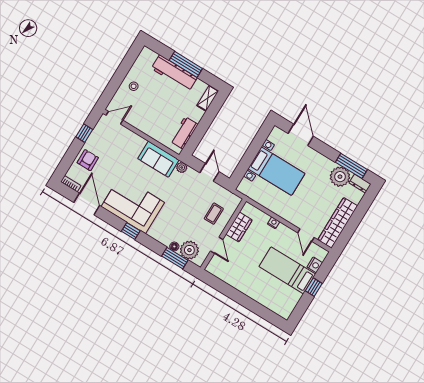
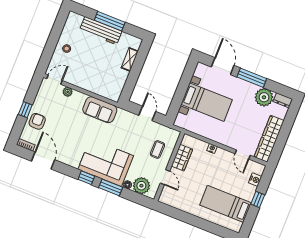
shelving: (208, 98) -> (130, 59), moved
window: (84, 133) -> (25, 110), moved
workbench: (184, 133) -> (119, 82), removed
window: (351, 166) -> (252, 78), moved
plant: (182, 167) -> (68, 92), moved
corner sofa: (133, 205) -> (106, 162), moved
window: (175, 258) -> (111, 187), moved
bed: (287, 270) -> (225, 204), moved

